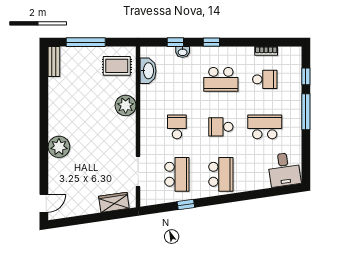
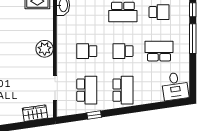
plant: (126, 105) -> (45, 49), moved
school desk: (177, 127) -> (87, 51), turned -90

